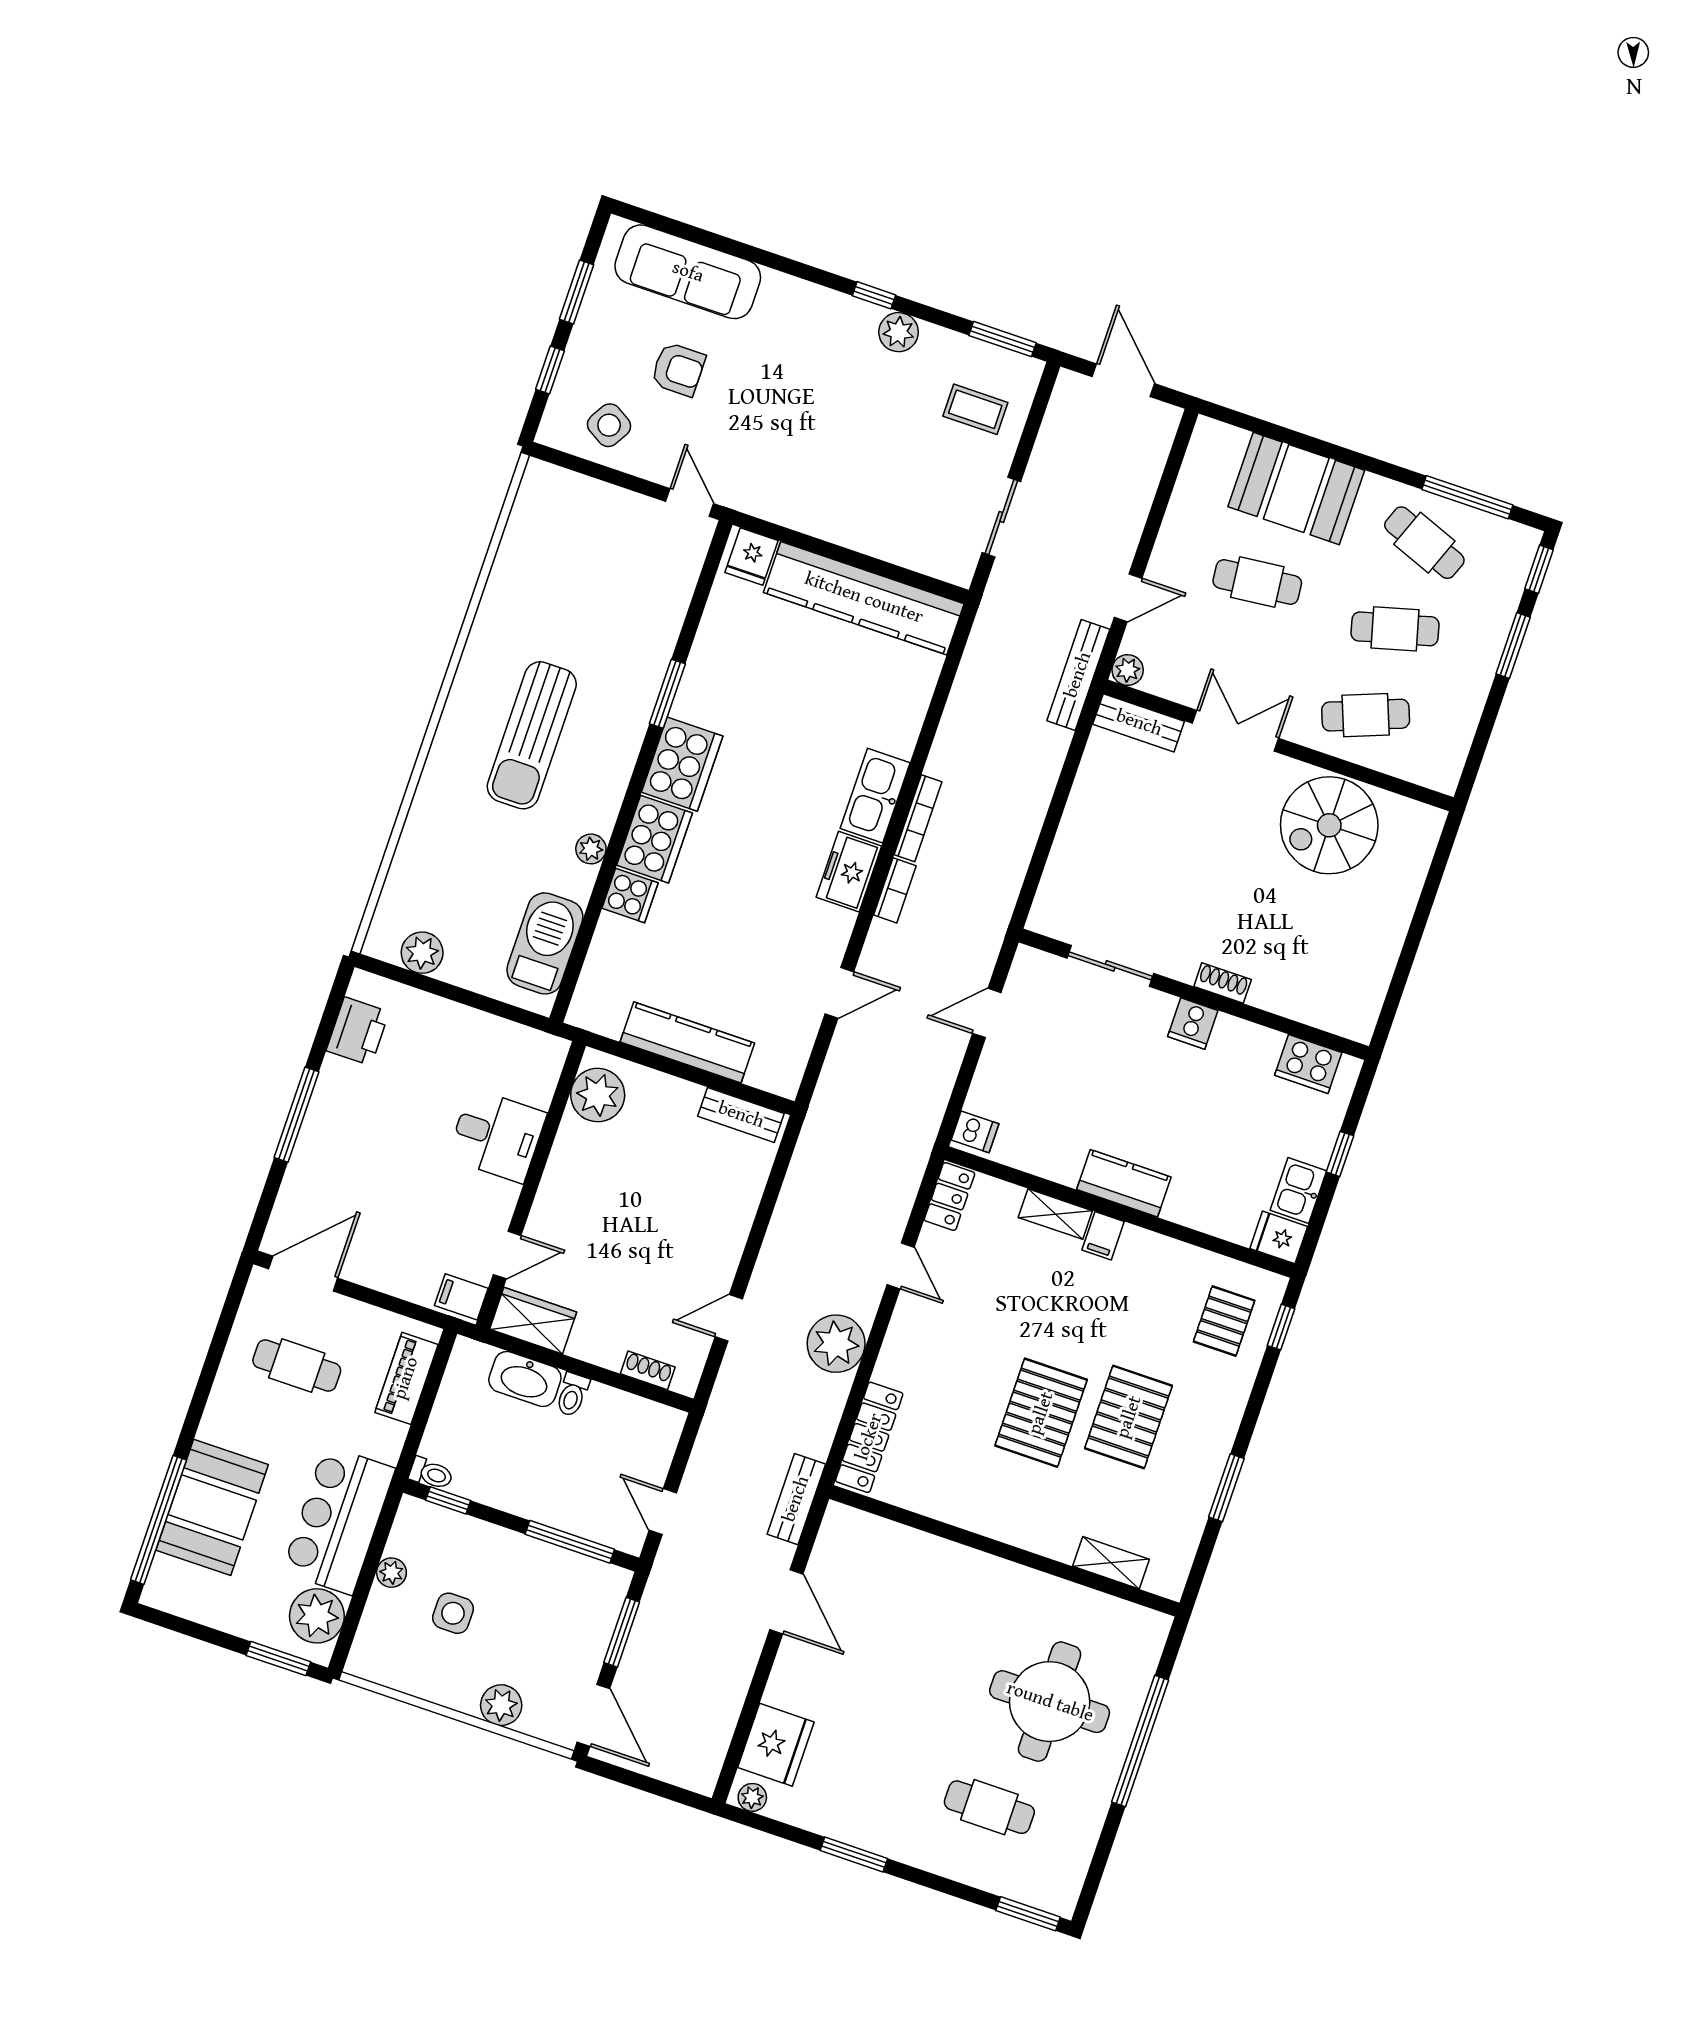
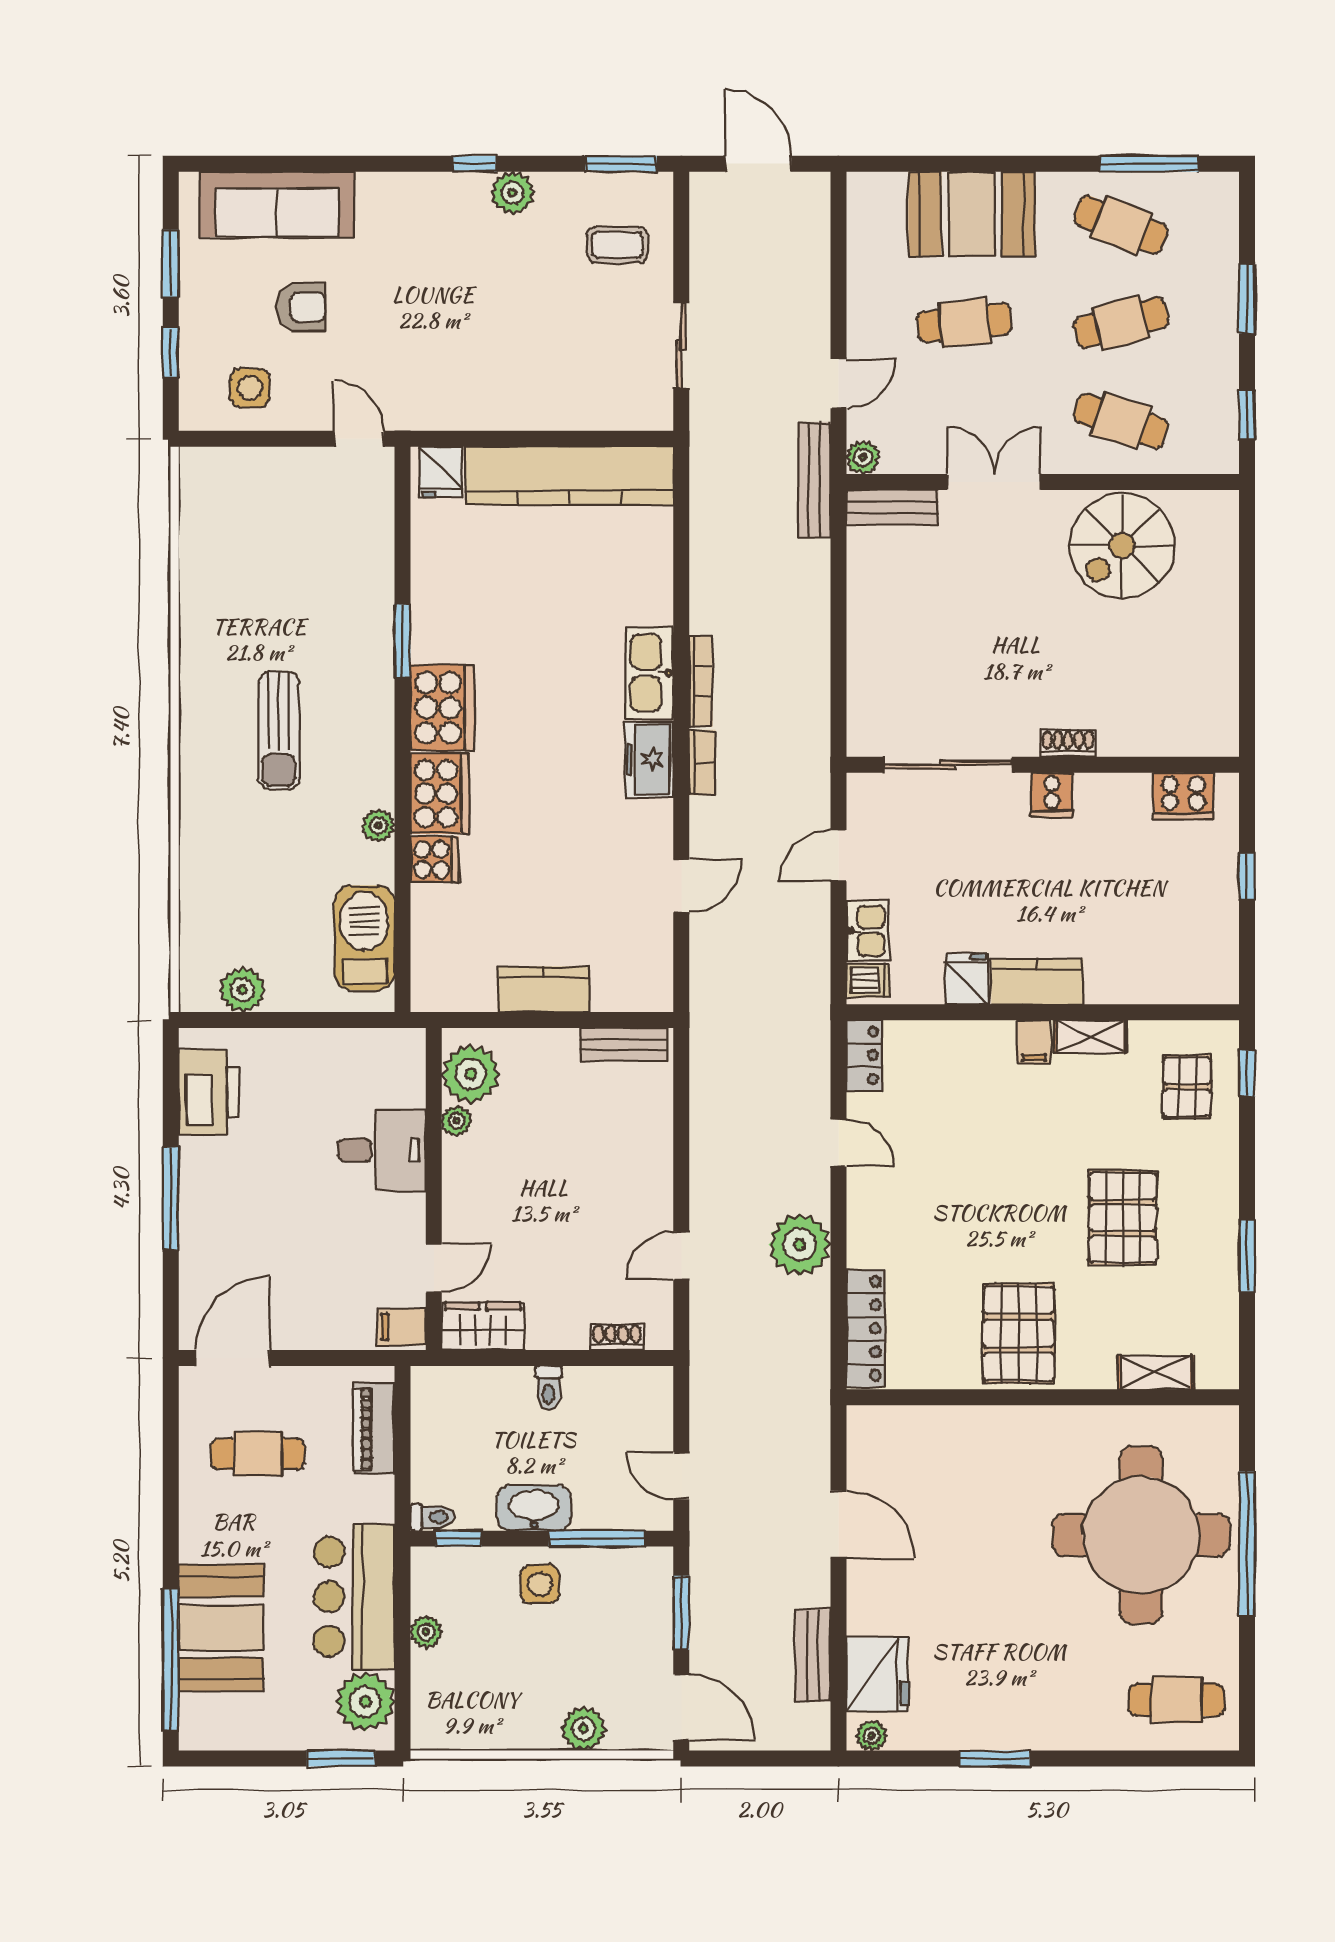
side table: (609, 425) -> (250, 388), turned -31
window: (1539, 569) -> (1247, 415), moved
cafe table: (1366, 715) -> (1121, 421), turned 39
sun lounger: (532, 735) -> (279, 731), width x0.73, depth x0.75
sliding door: (1110, 966) -> (948, 765), width x1.37
printer: (358, 1031) -> (209, 1092), width x1.37, depth x1.19
kitchen counter: (687, 1042) -> (544, 989), width x0.67
plant: (571, 1132) -> (457, 1121), added
kitchen sink: (1298, 1190) -> (868, 931), moved, turned 180
shelving: (1055, 1214) -> (1090, 1037), moved
fridge: (1279, 1237) -> (967, 979), moved, turned 90
washbasin: (525, 1379) -> (534, 1508), moved, turned 180
pallet: (1041, 1413) -> (1019, 1333), moved
bench: (796, 1499) -> (813, 1655), moved
side table: (453, 1613) -> (540, 1584), moved
round table: (1050, 1702) -> (1141, 1535), width x1.36, depth x1.36
cafe table: (989, 1807) -> (1177, 1700), moved
window: (1028, 1914) -> (1193, 1759), removed

